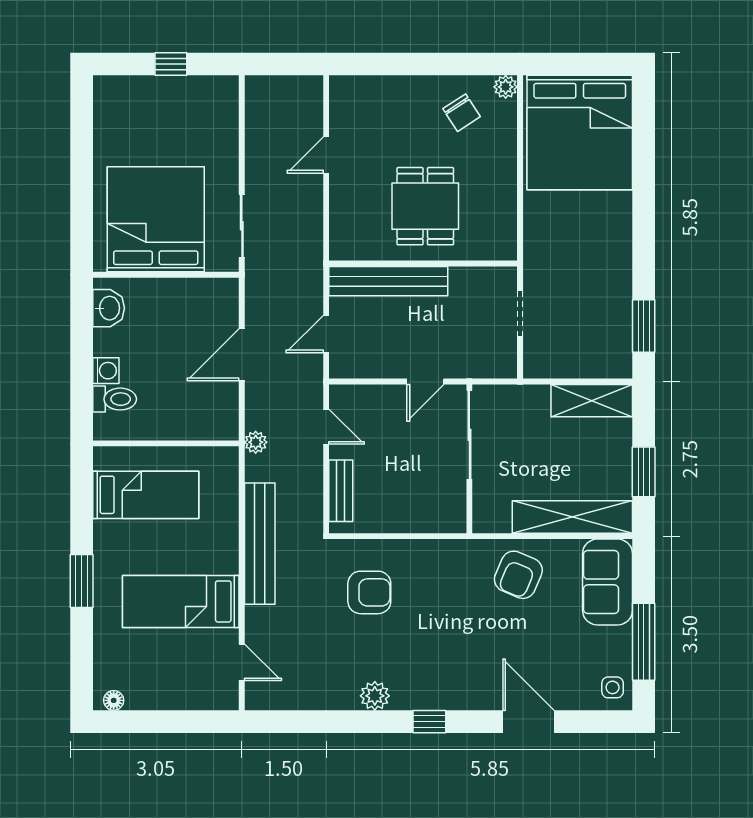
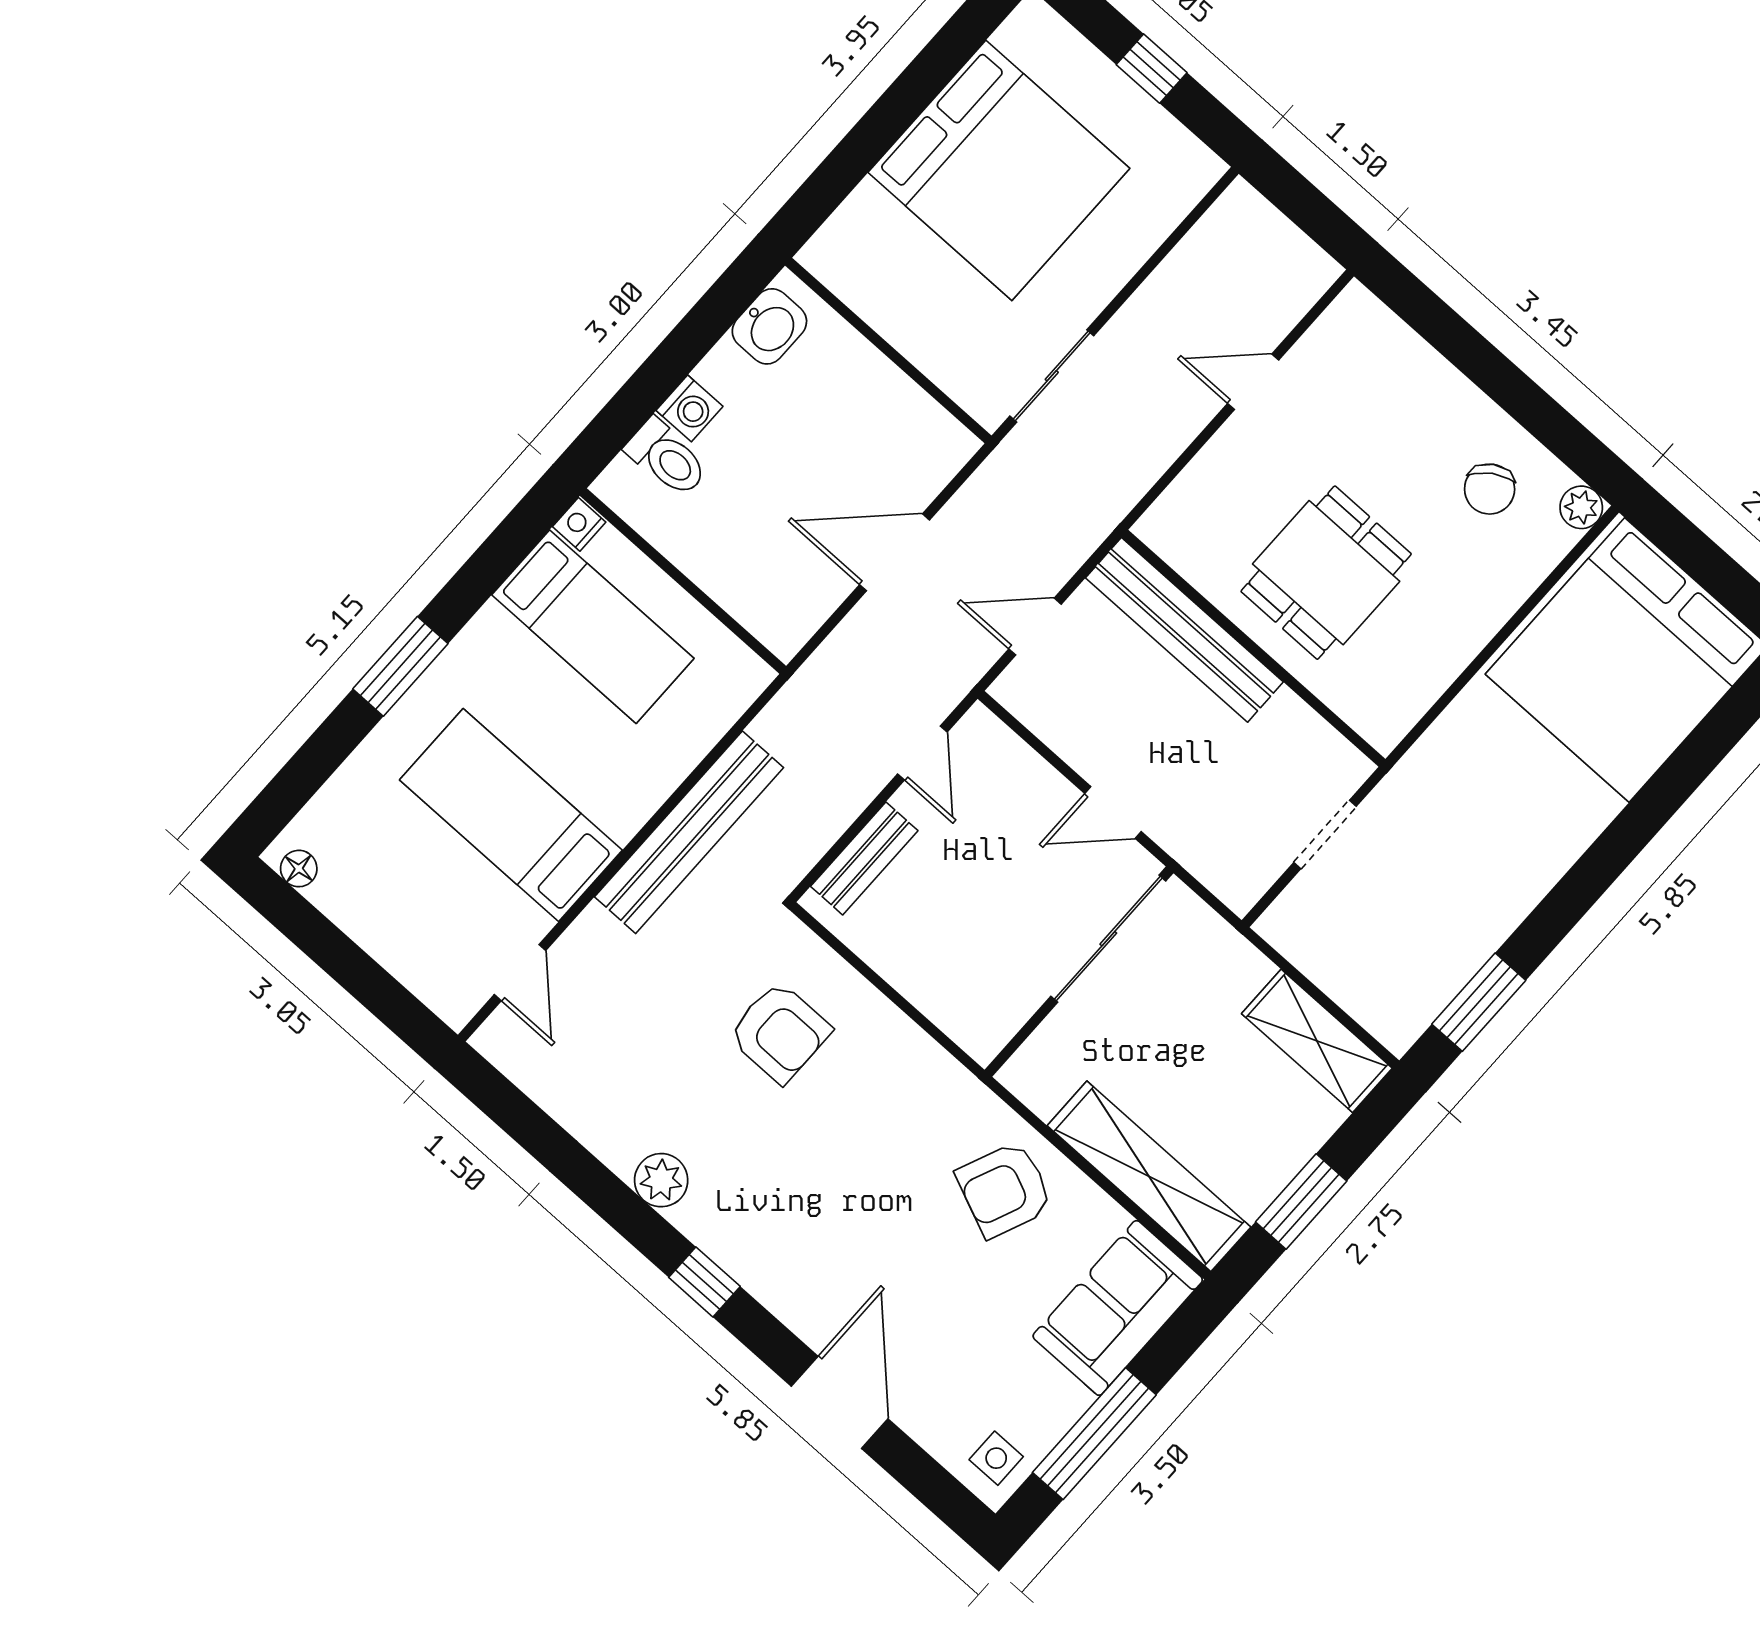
bed: (156, 219) -> (999, 170), moved, turned 90
plant: (256, 442) -> (807, 689), removed
nightstand: (103, 458) -> (579, 524), added

